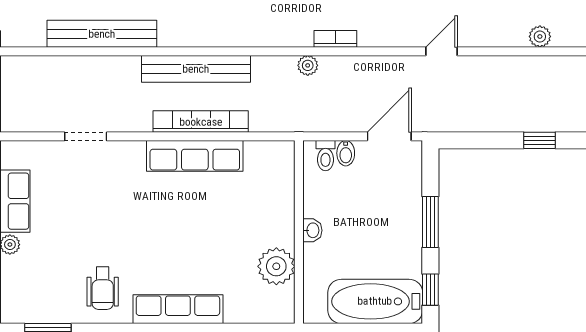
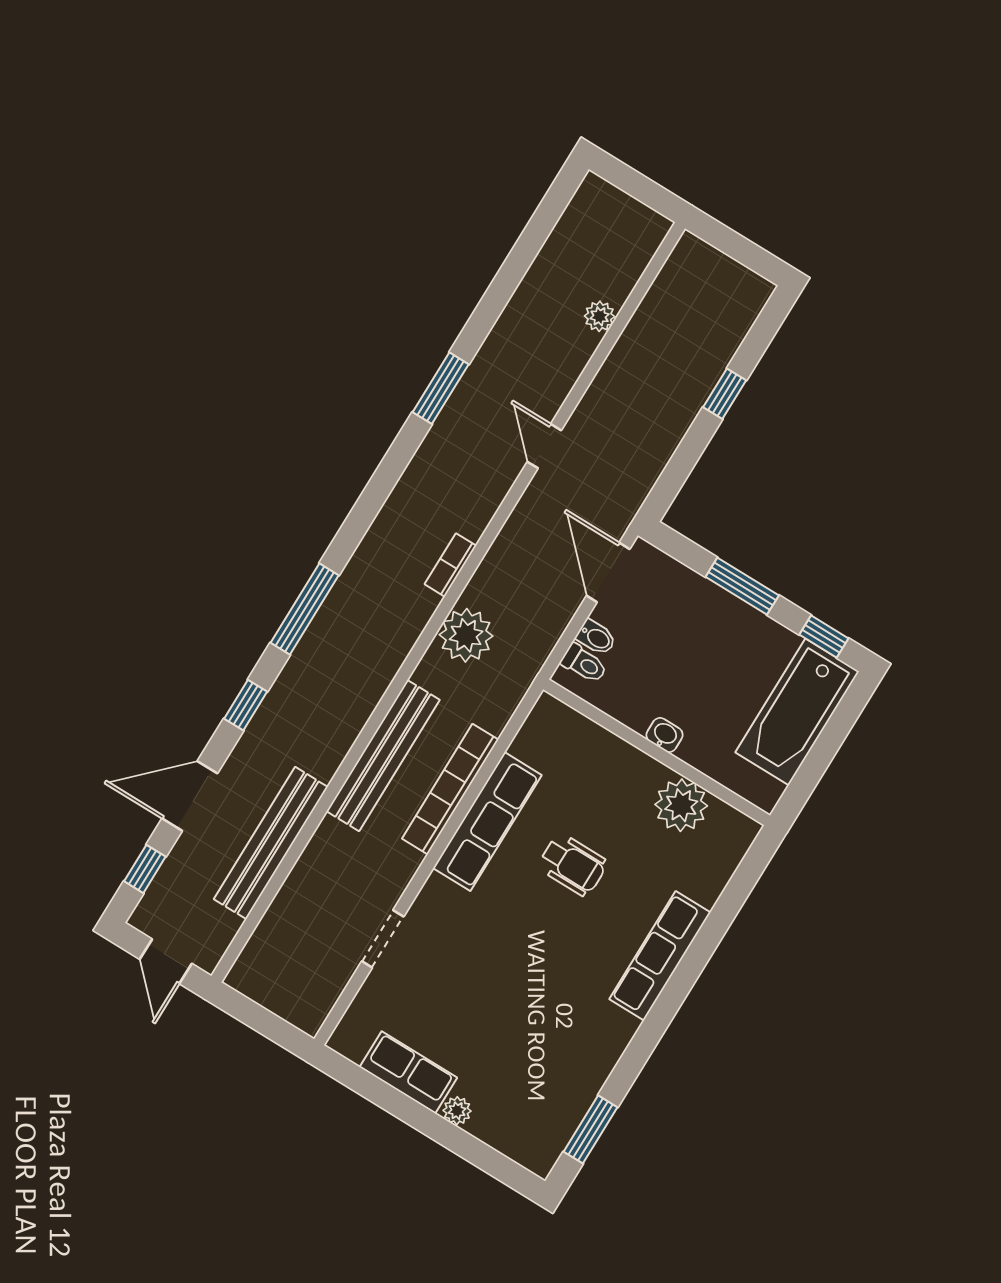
plant: (308, 65) -> (466, 635), width x1.87, depth x1.87
wheelchair: (103, 288) -> (573, 865), moved

